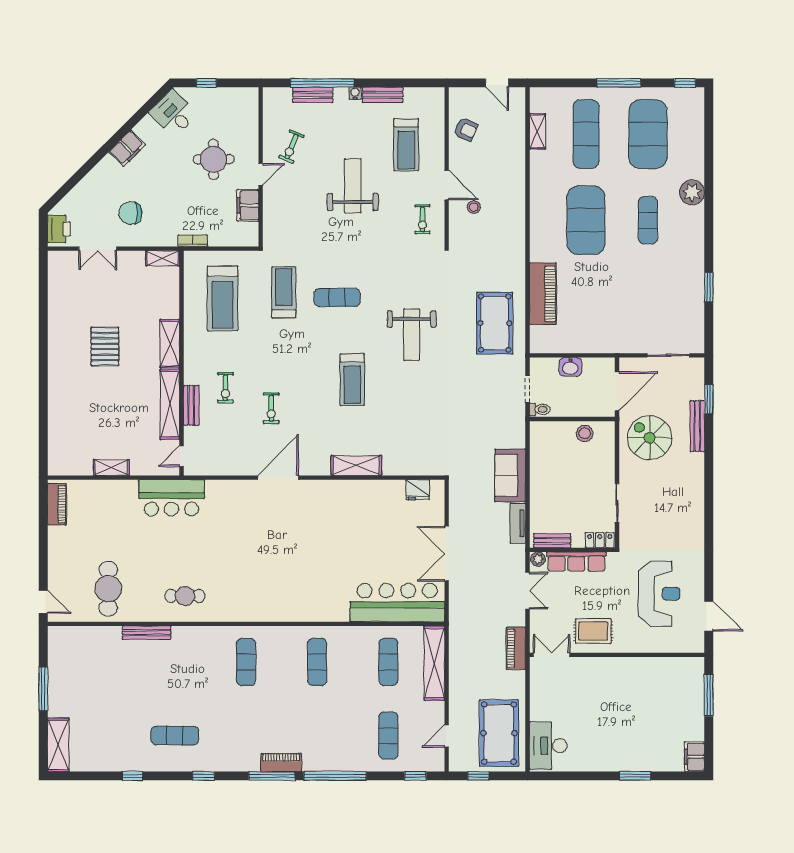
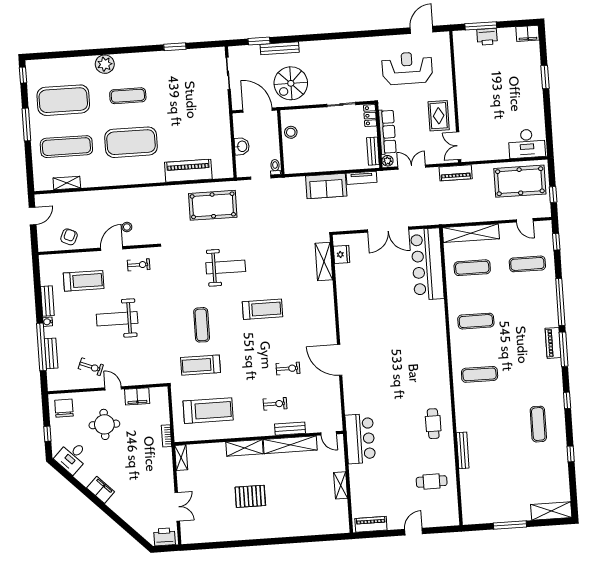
chair: (130, 213) -> (64, 408), moved, turned 180
shelving: (356, 465) -> (324, 262), moved
cafe table: (108, 589) -> (432, 481), width x0.73, depth x0.74
door: (43, 602) -> (414, 532), moved
printer: (694, 702) -> (487, 37), added

